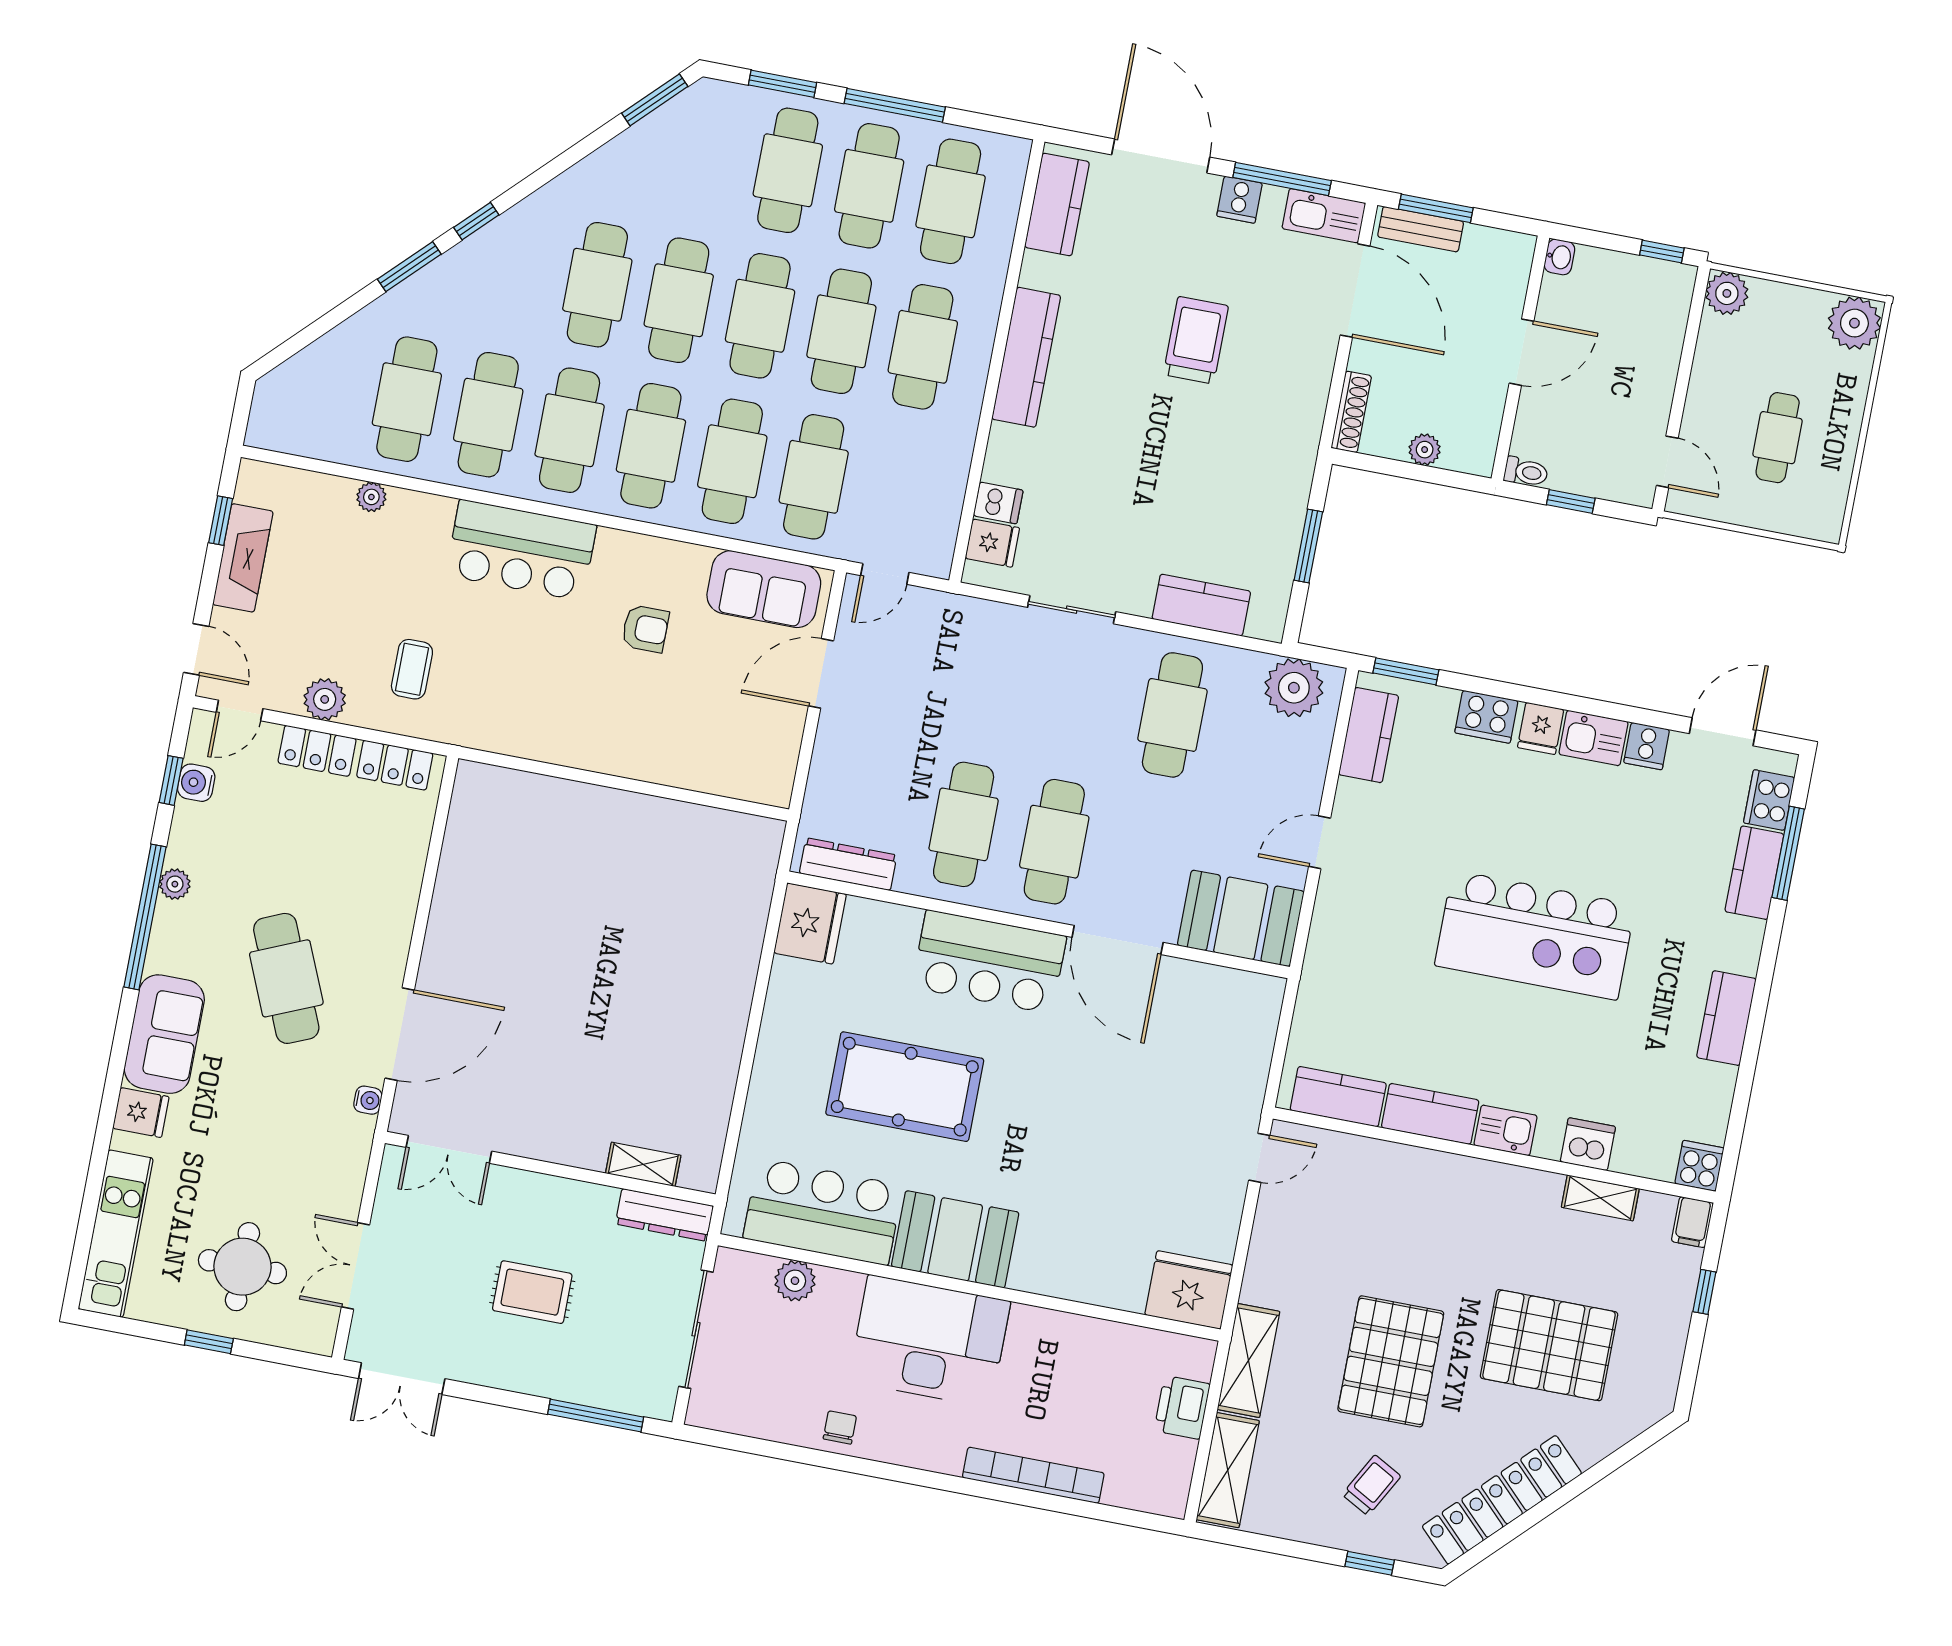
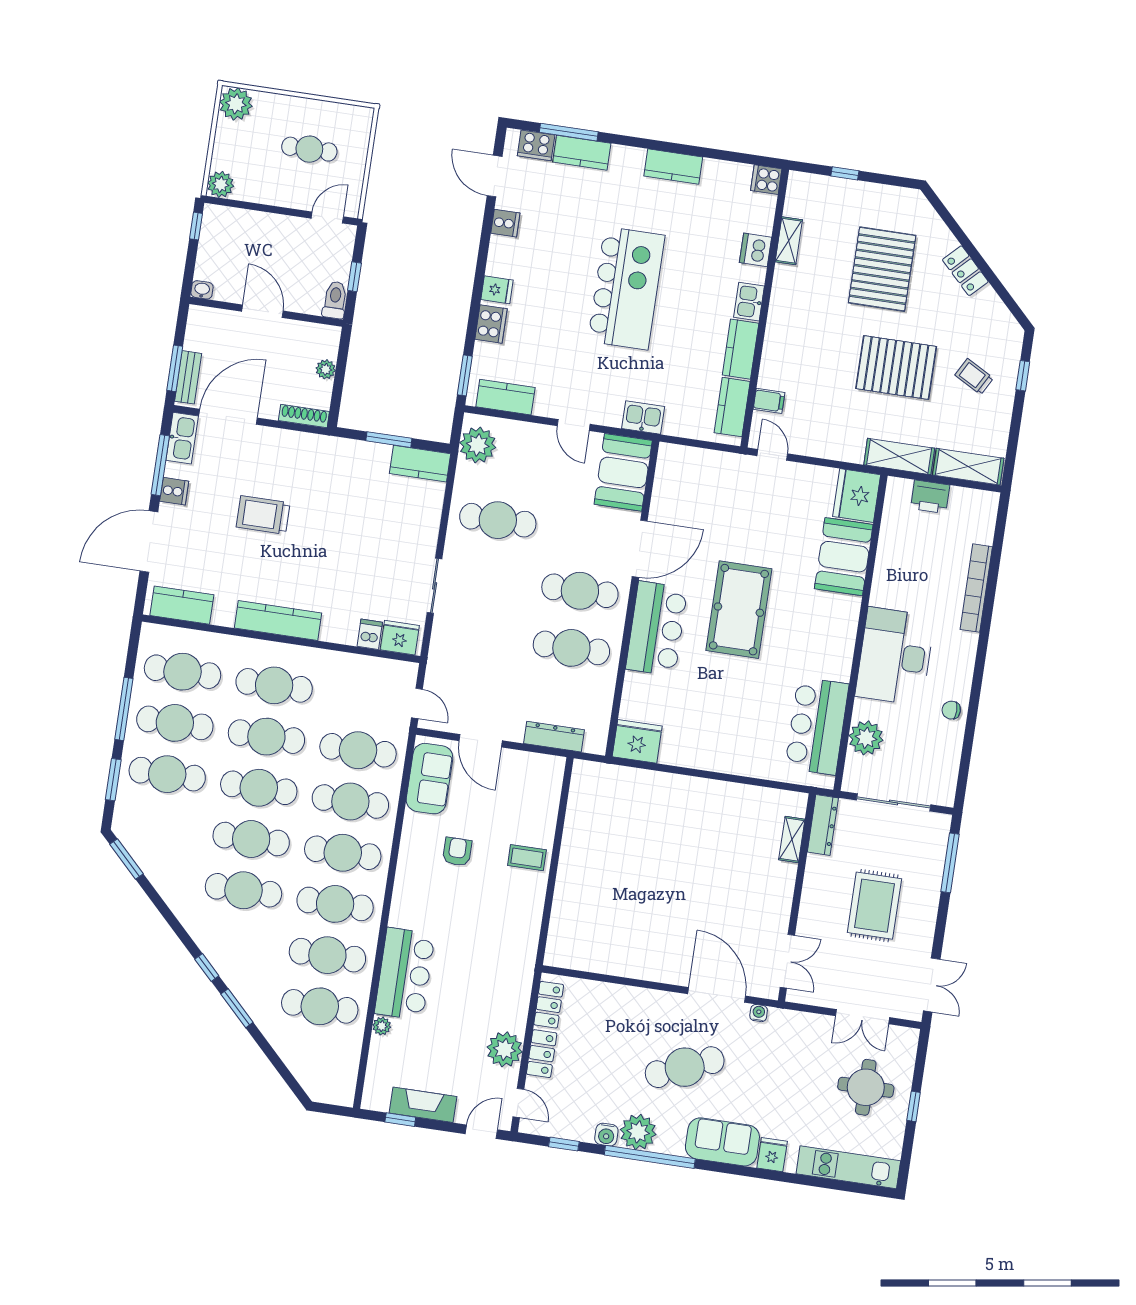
toilet: (1526, 472) -> (335, 300), width x1.37, depth x1.39
fridge: (992, 543) -> (400, 638), width x1.38
bar counter: (521, 550) -> (405, 974), moved
kitchen counter: (1201, 605) -> (420, 464), moved, turned -90
coffee table: (412, 669) -> (527, 858), moved
plant: (325, 699) -> (505, 1049), width x1.36, depth x1.36
kitchen sink: (1593, 738) -> (643, 418), moved, turned -90
water cooler: (196, 783) -> (606, 1135), moved
dresser: (848, 864) -> (554, 737), moved, turned 90
plant: (175, 884) -> (638, 1132), width x1.87, depth x1.87
pool table: (905, 1087) -> (739, 610), moved
filing cabinet: (1692, 1222) -> (769, 401), moved
booth: (955, 1239) -> (844, 557), moved
plant: (795, 1281) -> (866, 738), width x1.36, depth x1.36
rug: (532, 1292) -> (874, 906), width x1.36, depth x1.43
locker: (1502, 1500) -> (965, 271), width x0.46, depth x0.83

